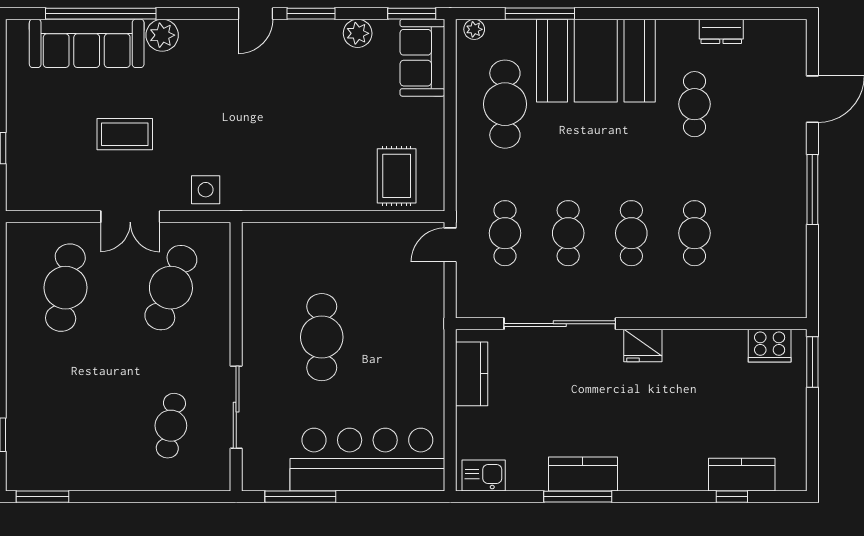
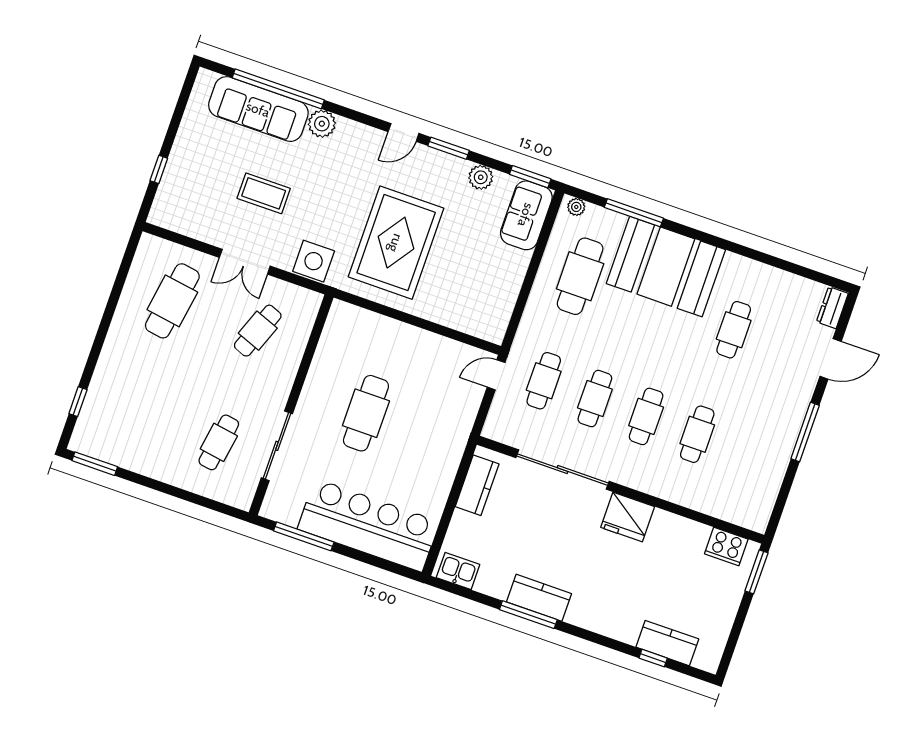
dresser: (721, 31) -> (832, 308), moved, turned 90
rug: (397, 176) -> (396, 243), moved, width x1.86, depth x2.06
side table: (206, 190) -> (314, 261), width x1.37, depth x1.37
cafe table: (171, 288) -> (258, 331), width x0.73, depth x0.74
fridge: (643, 345) -> (628, 517), width x1.36, depth x1.34

